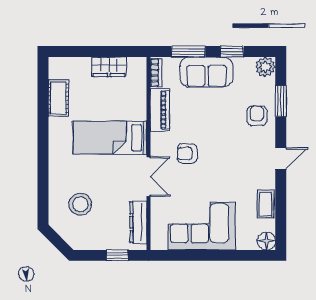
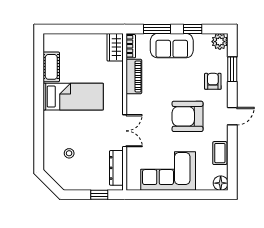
wardrobe: (109, 67) -> (115, 47), moved, turned 90
bed: (110, 138) -> (73, 97), moved, turned 180
armchair: (187, 154) -> (188, 116), moved, width x1.88, depth x1.88
stool: (80, 204) -> (69, 153), width x0.53, depth x0.53

